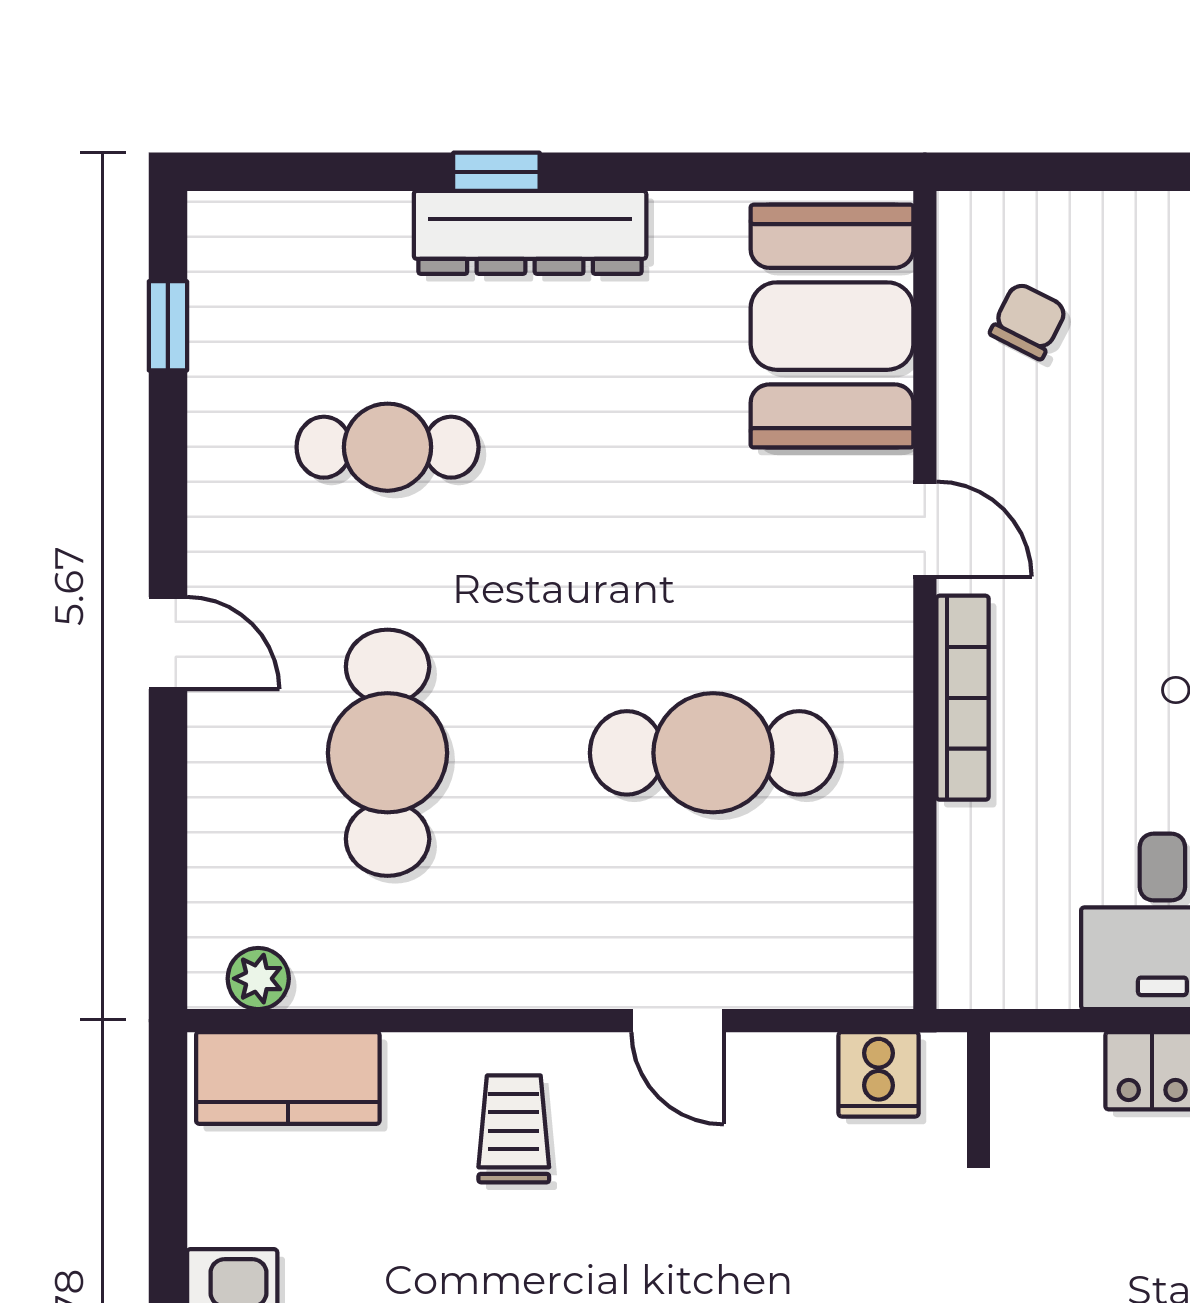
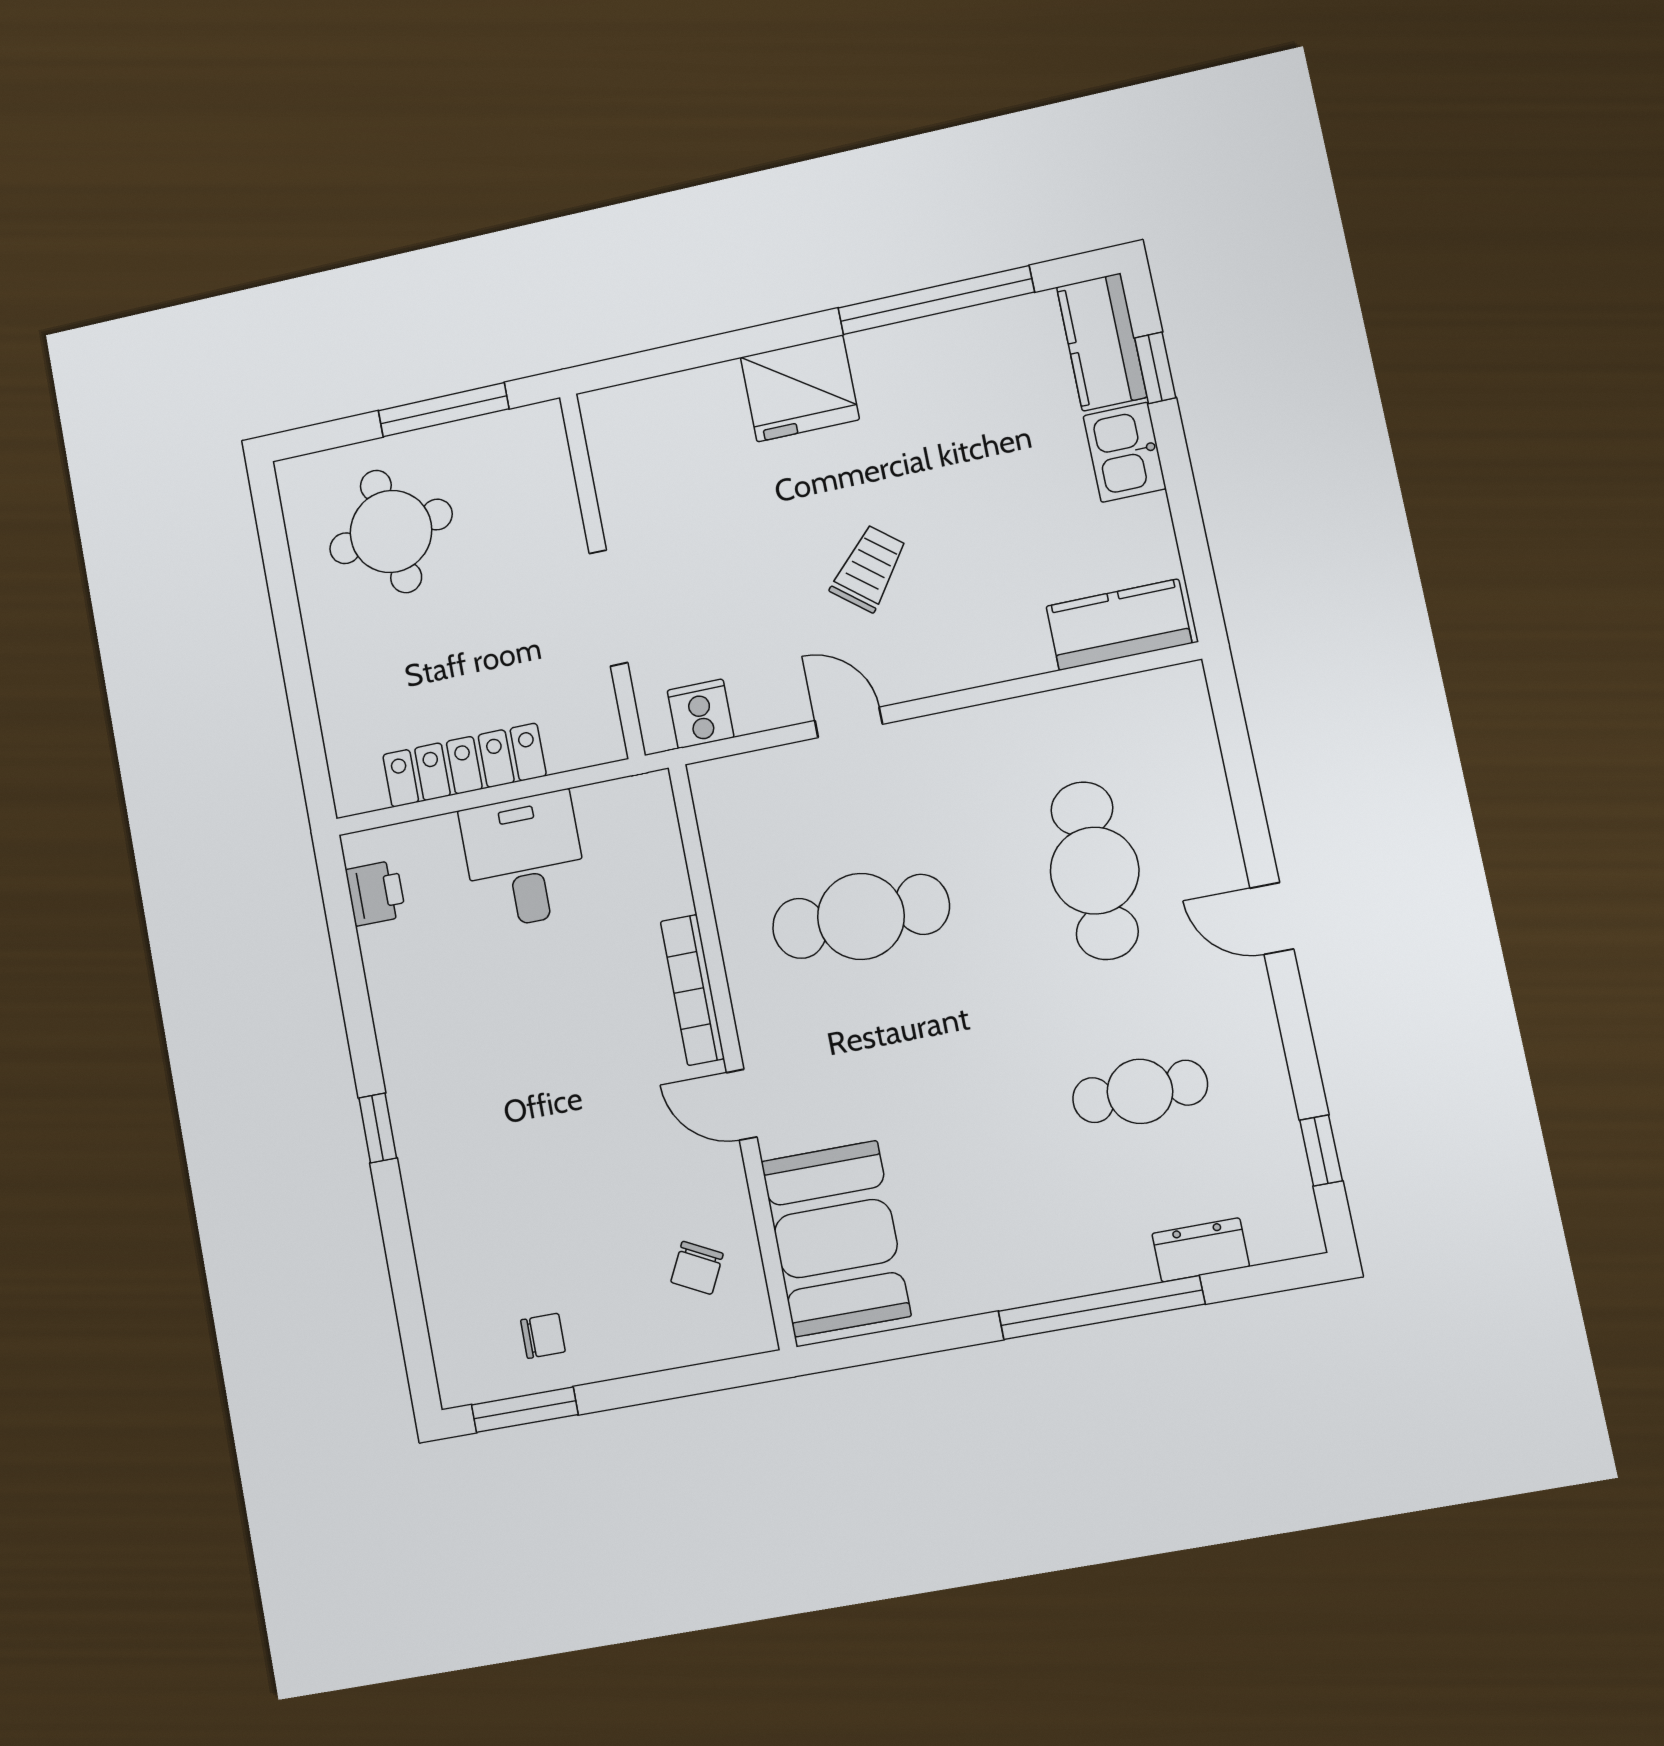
window: (496, 172) -> (1101, 1308), width x3.17
dresser: (530, 232) -> (1201, 1250), moved, width x0.51, depth x0.80
plant: (258, 979) -> (1155, 691), removed
trolley: (514, 1129) -> (869, 568), moved, turned -141

